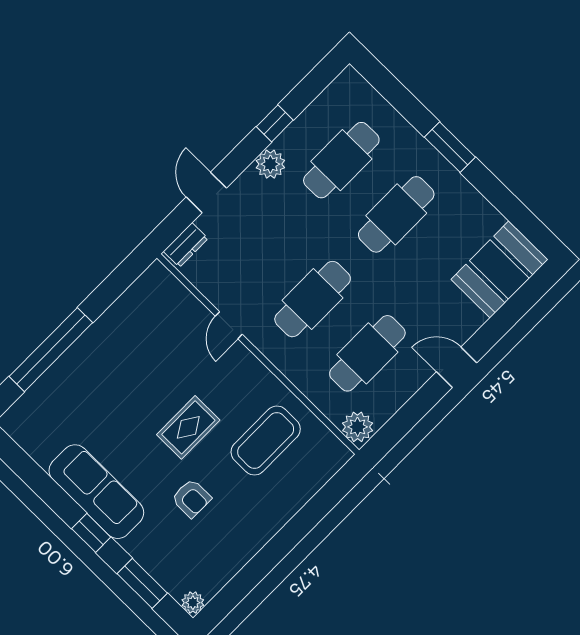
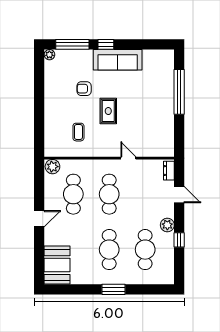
coffee table: (266, 441) -> (78, 132), width x0.54, depth x0.58
window: (142, 583) -> (72, 44), width x1.44

